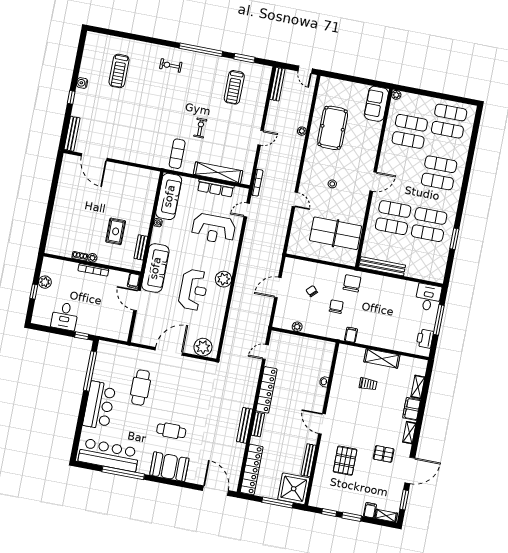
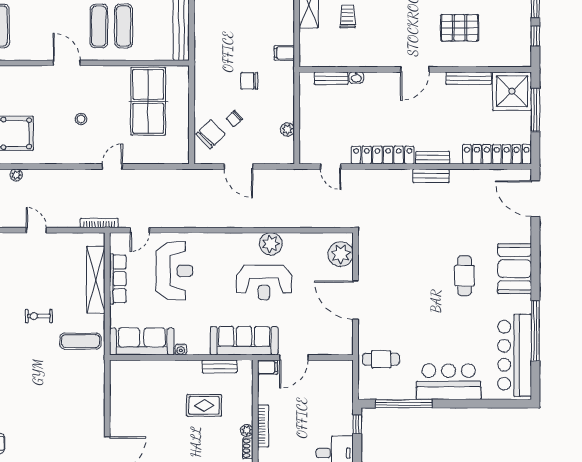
door: (247, 210) -> (140, 230), hinge flipped
plant: (223, 279) -> (271, 244), moved
chair: (352, 283) -> (211, 134), moved, turned 136
reception desk: (193, 290) -> (264, 282), turned 180
bench: (327, 364) -> (331, 78), added
cafe table: (141, 388) -> (381, 359), moved, width x0.73, depth x0.74
bench: (245, 425) -> (431, 176), width x0.73
door: (215, 491) -> (535, 199), hinge flipped

